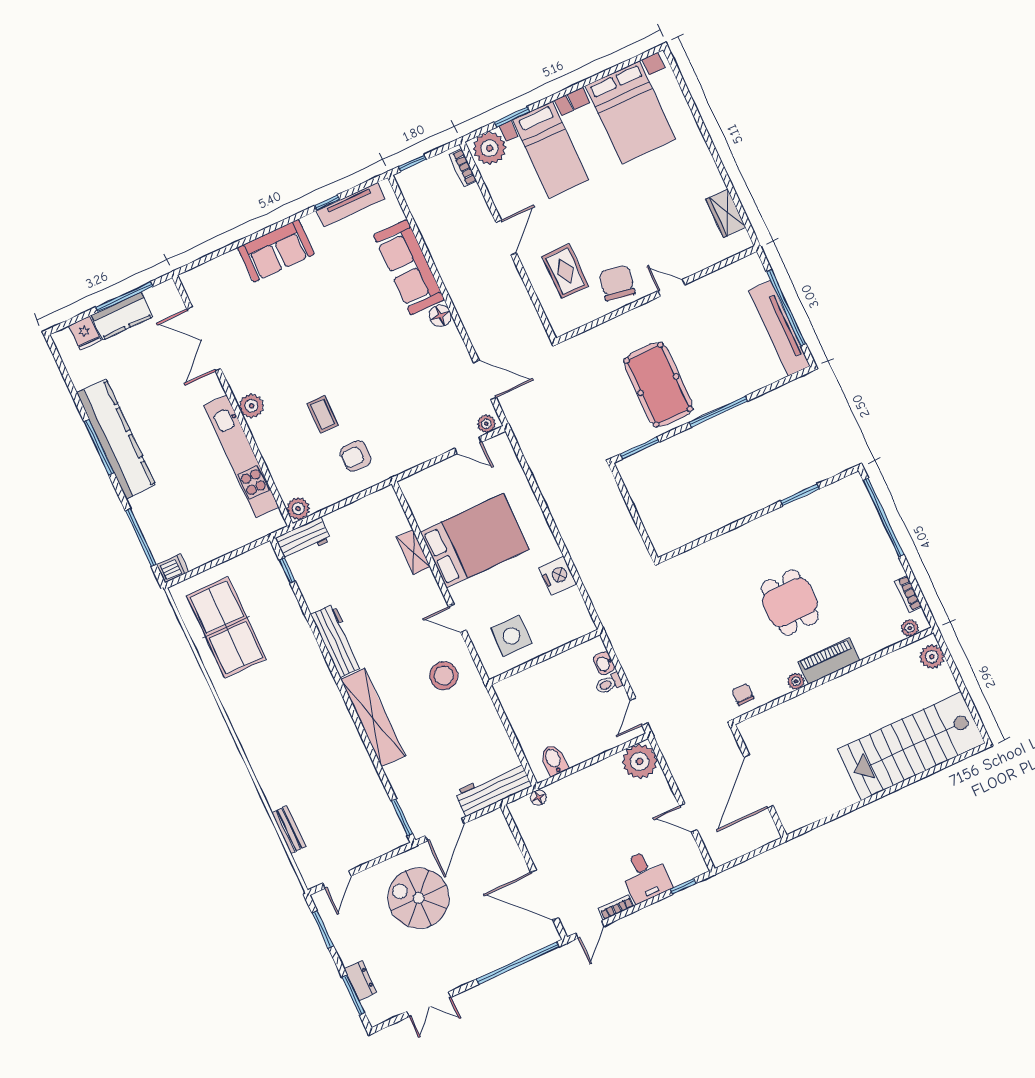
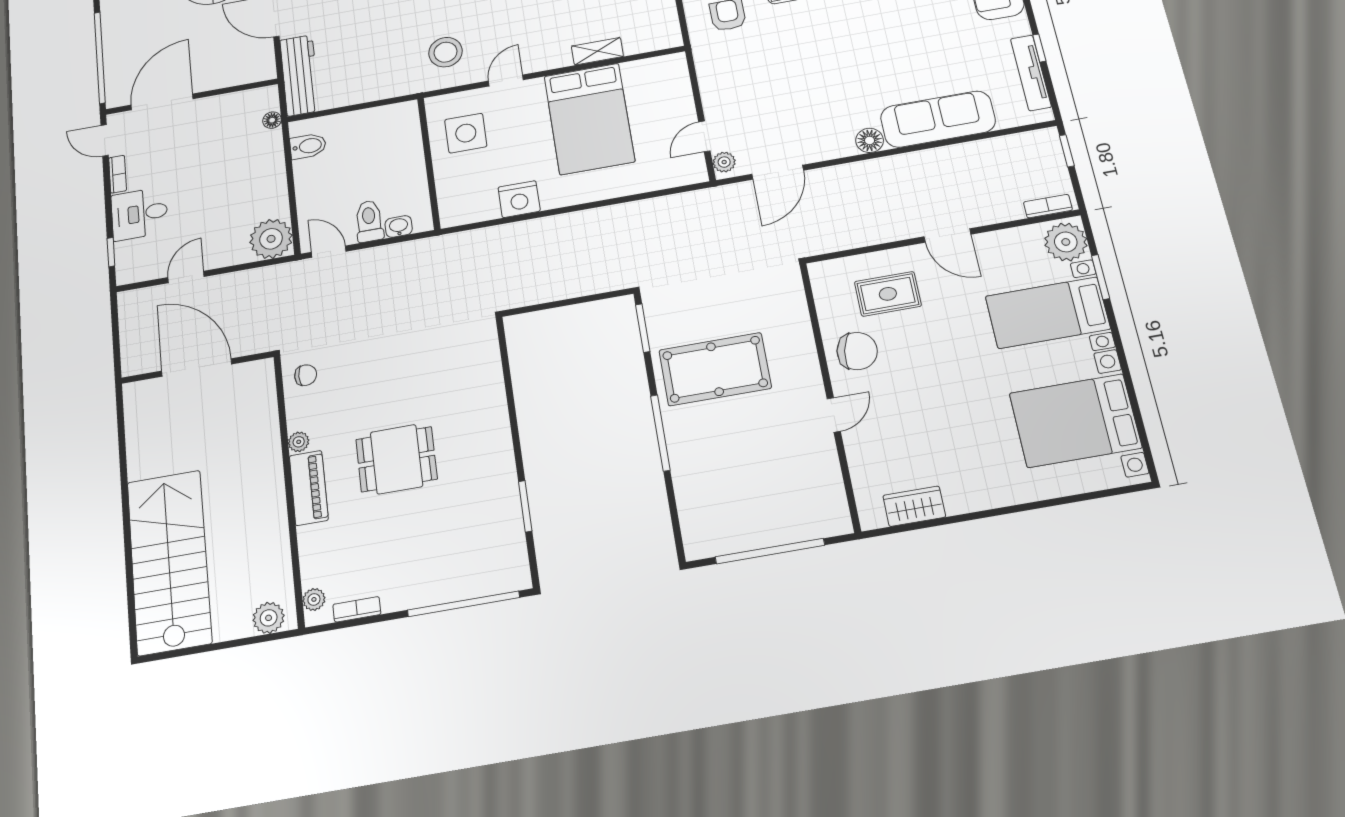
tv unit: (779, 328) -> (746, 535), removed
toilet: (609, 684) -> (369, 221), width x1.37, depth x1.39

